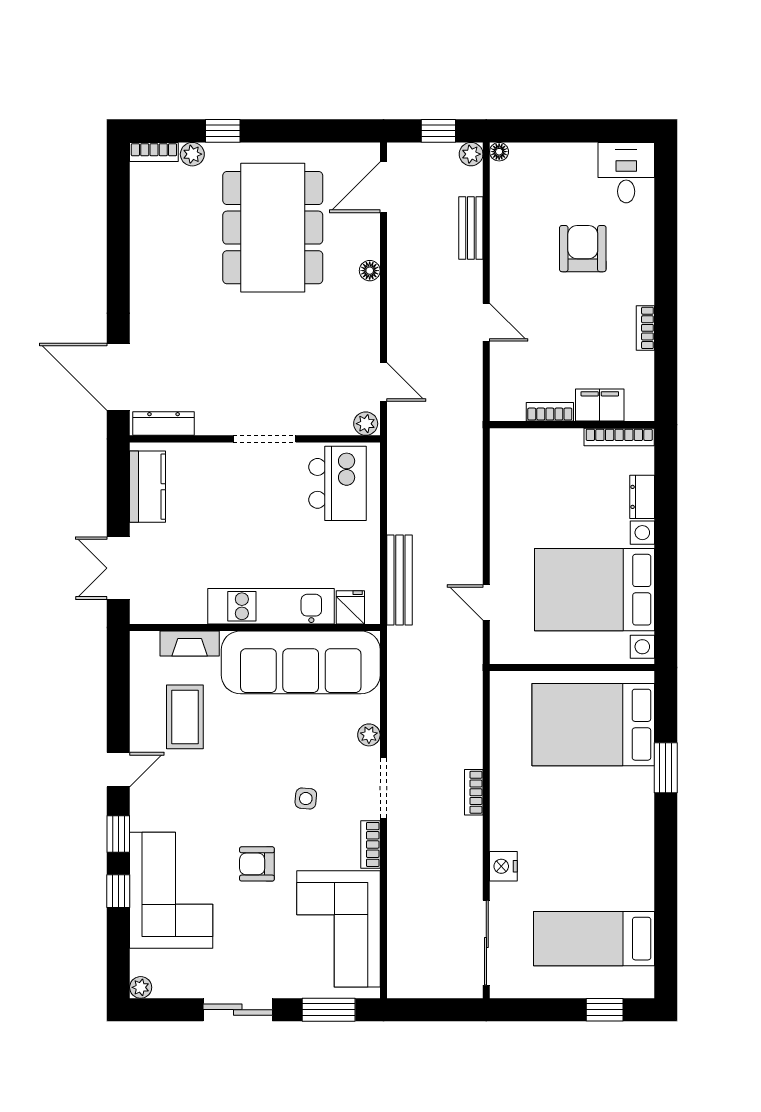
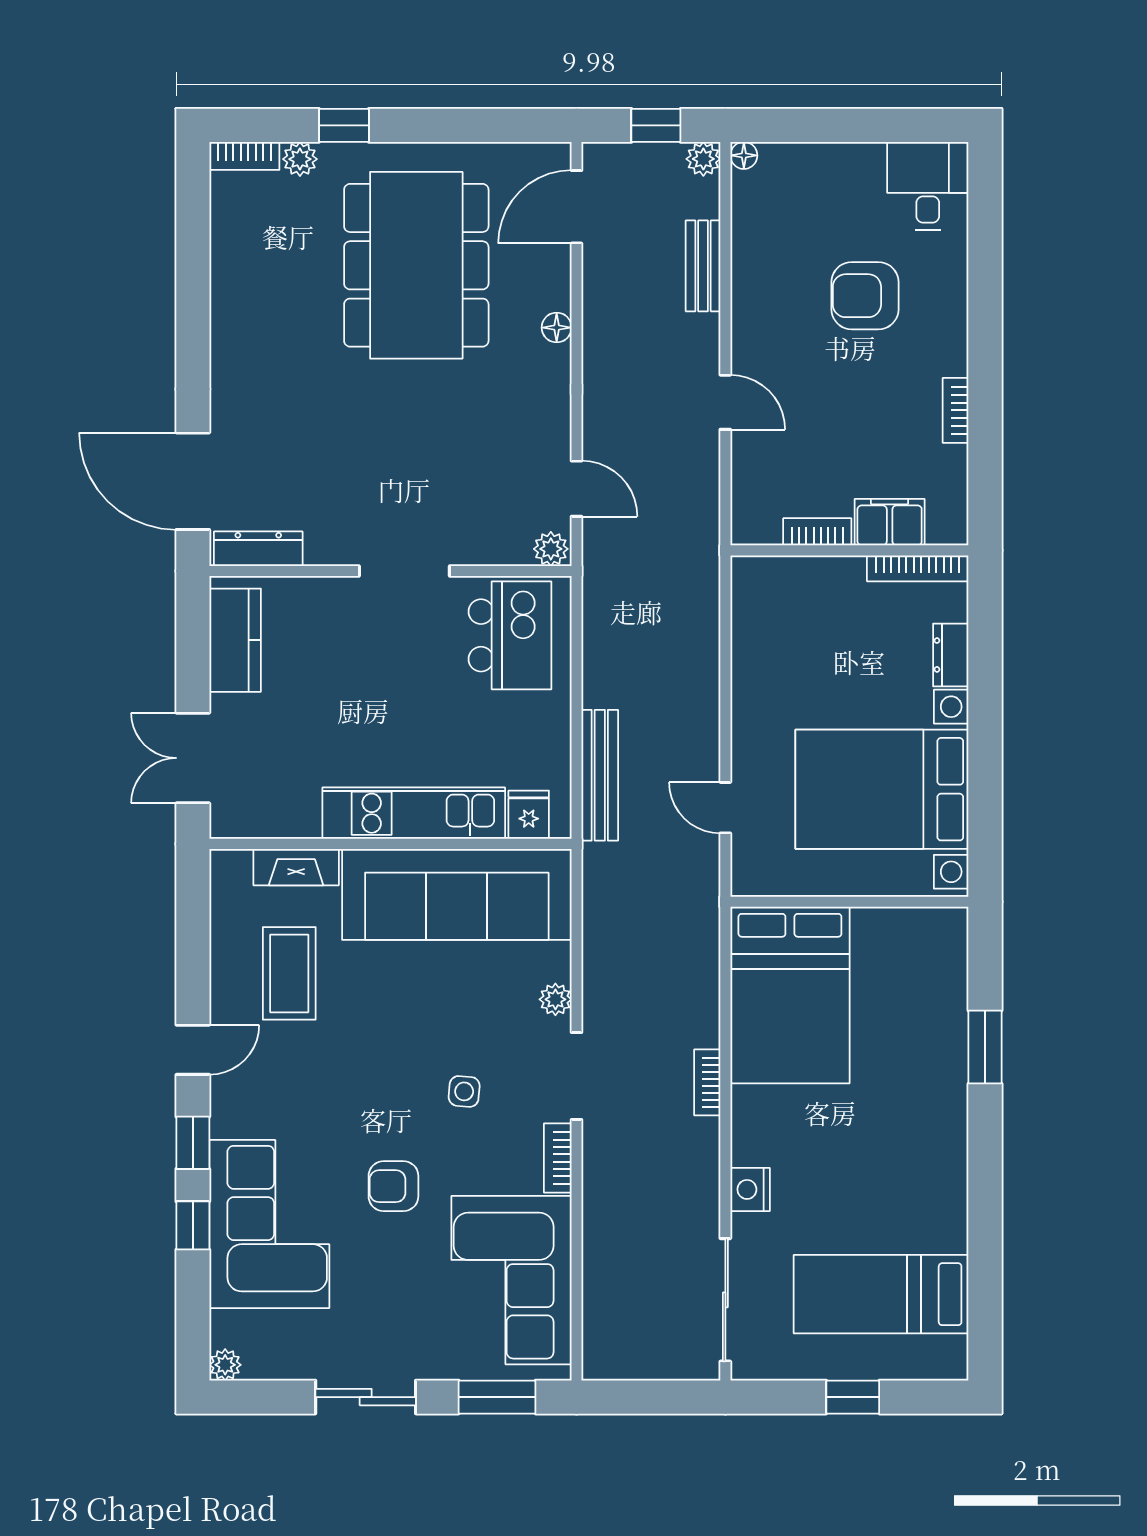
armchair: (583, 249) -> (865, 296), turned -90
bed: (593, 725) -> (790, 995), moved, turned -90
window: (605, 1010) -> (853, 1397), moved

